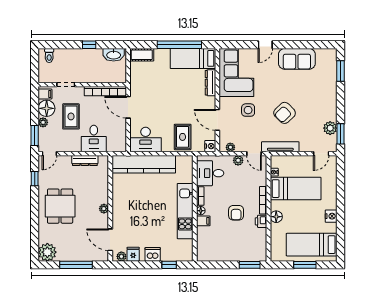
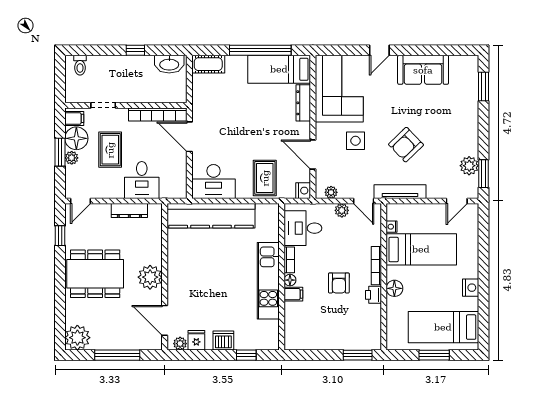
window: (35, 136) -> (60, 152), moved
dining table: (60, 206) -> (95, 274), width x1.38
plant: (104, 209) -> (150, 277), width x1.88, depth x1.88

